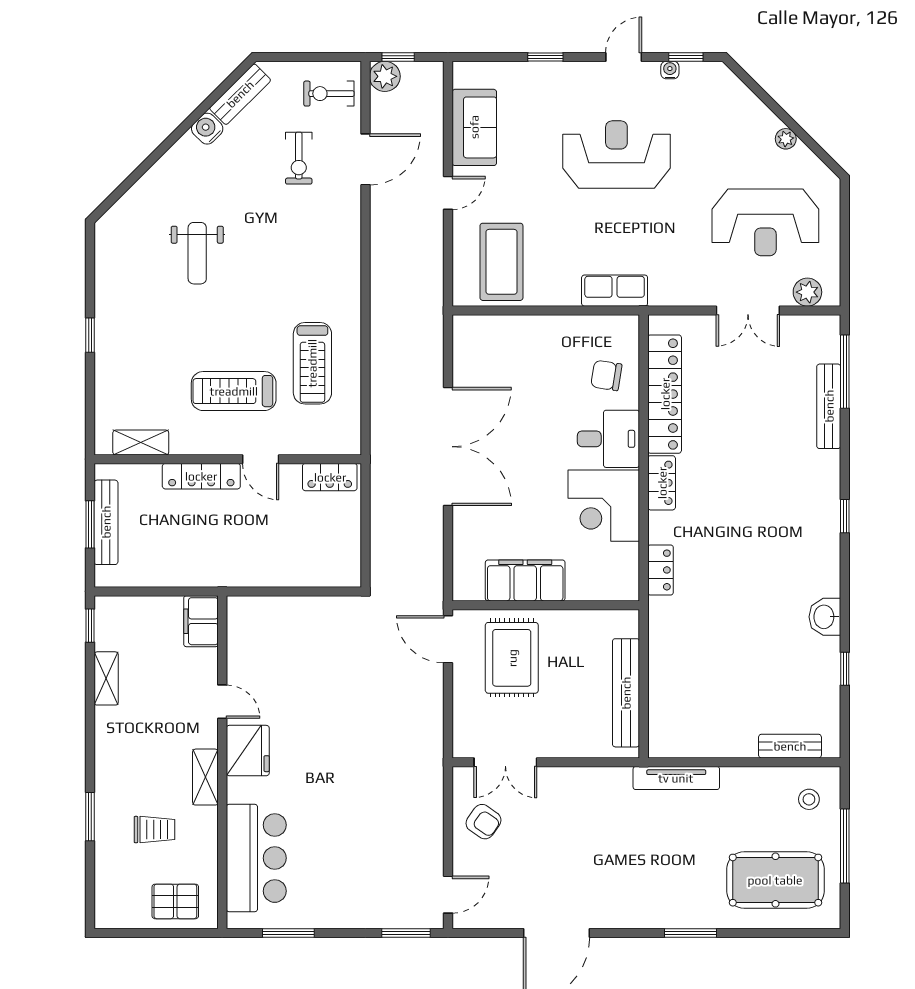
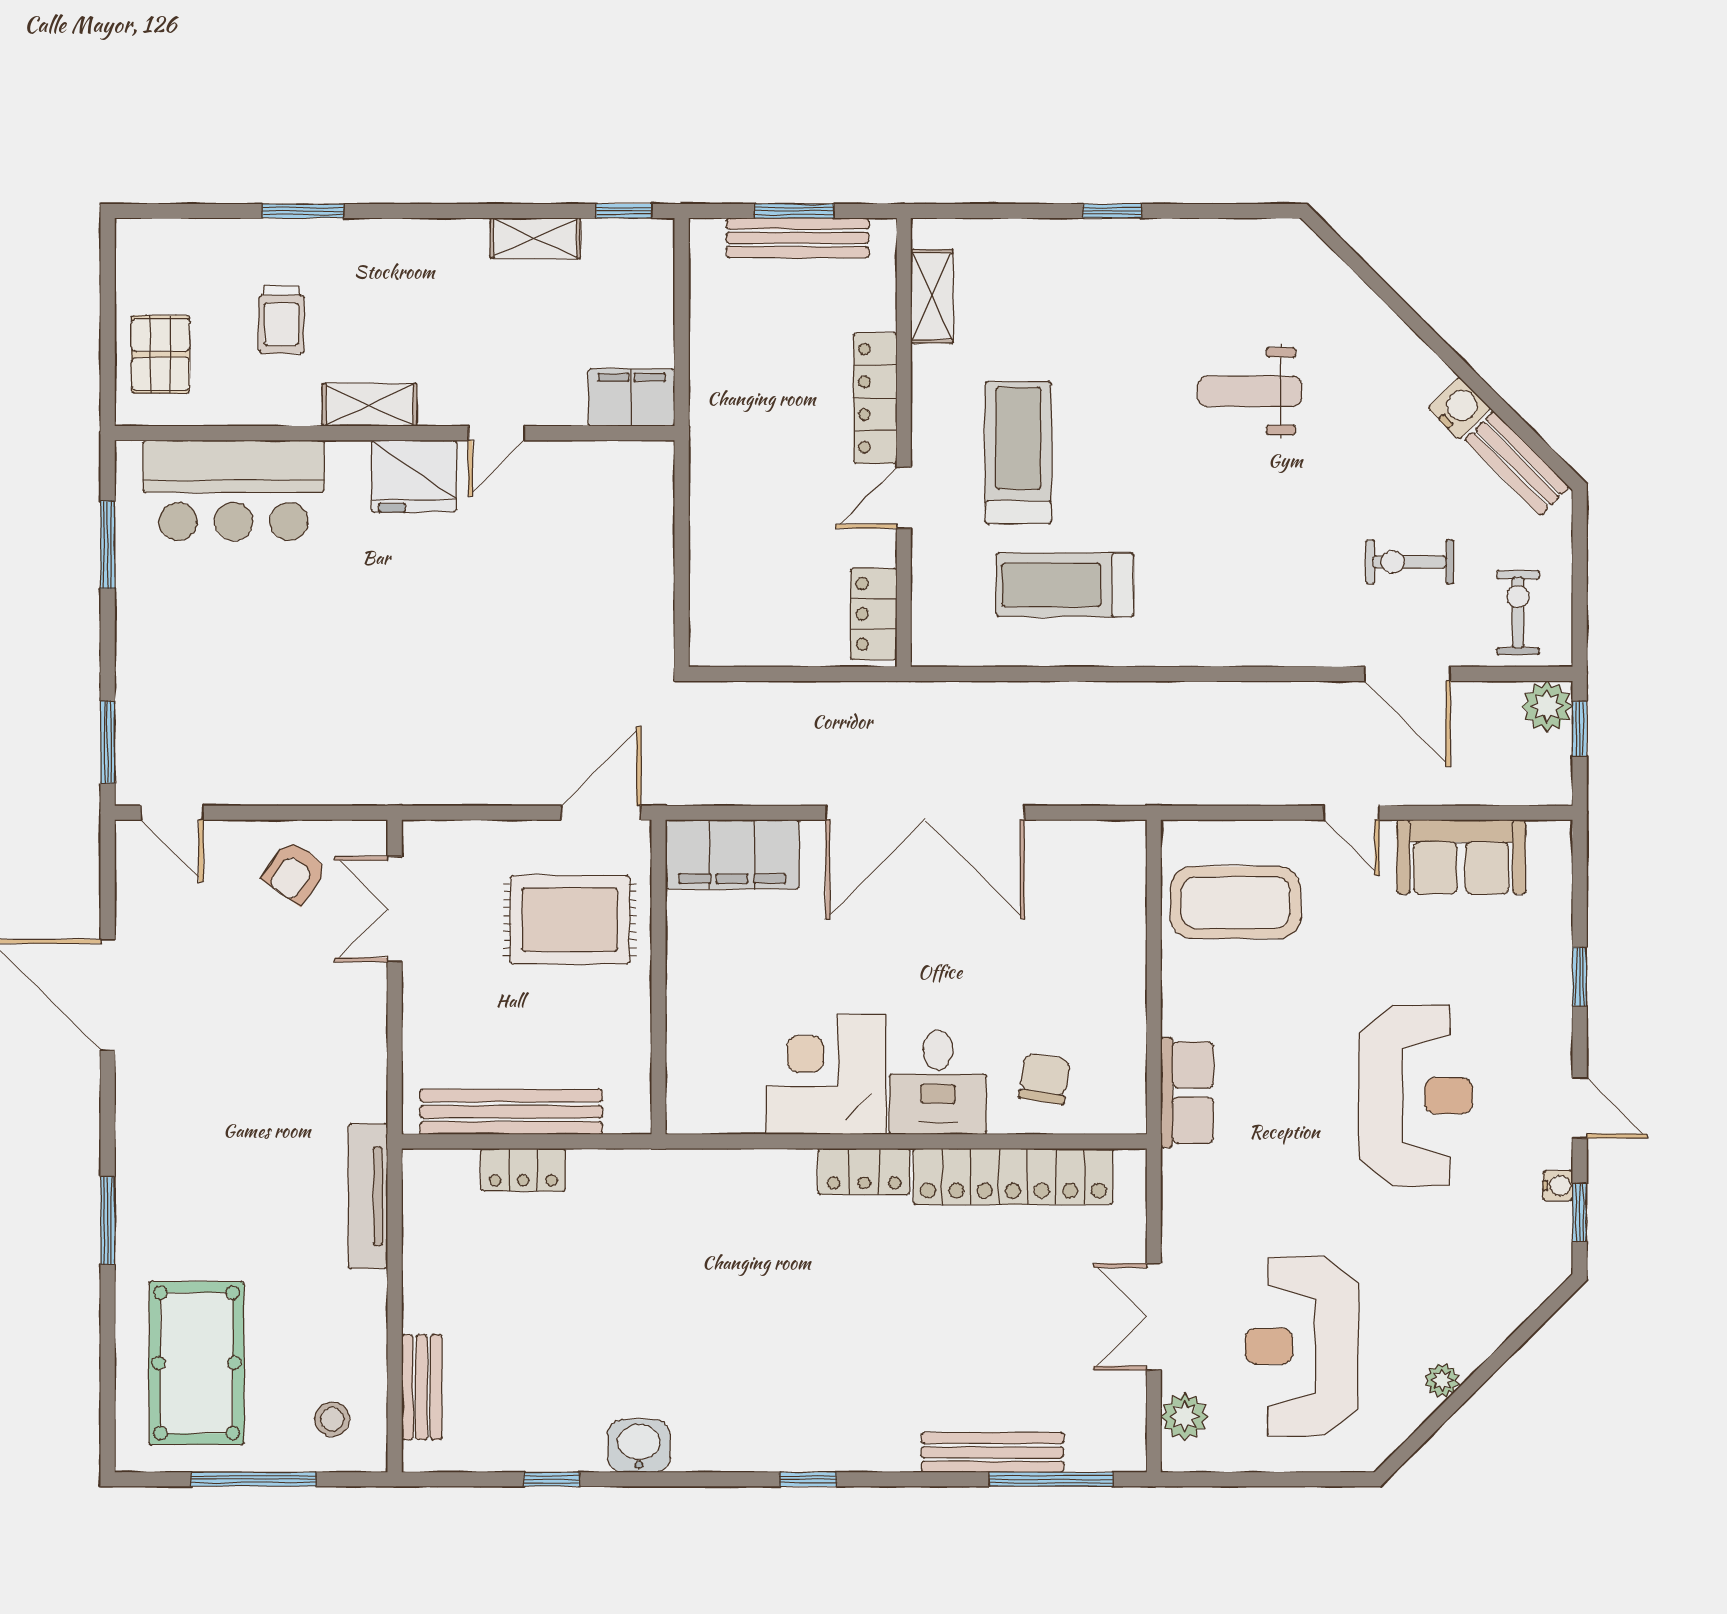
locker: (660, 570) -> (523, 1170), moved
filing cabinet: (525, 580) -> (732, 854), moved, turned 90

